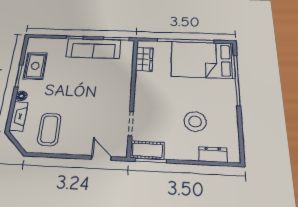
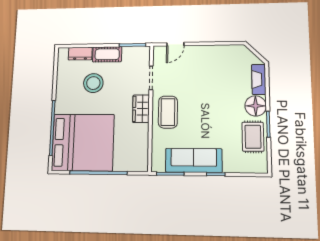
wardrobe: (144, 59) -> (141, 109), moved
bed: (203, 60) -> (83, 142), width x1.36
floor lamp: (21, 96) -> (256, 106), width x1.89, depth x1.89
coffee table: (49, 129) -> (168, 112), moved
cot: (147, 150) -> (107, 54), moved
door: (101, 158) -> (175, 44), hinge flipped

